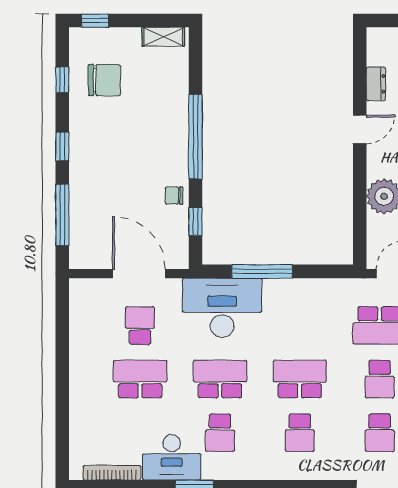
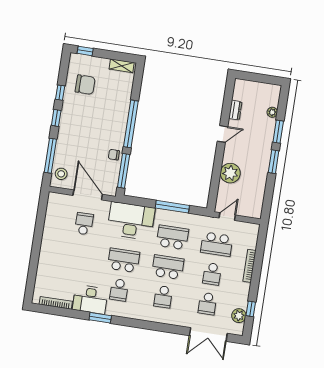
window: (62, 80) -> (60, 93), moved
window: (195, 221) -> (124, 171), width x2.17
stool: (86, 244) -> (61, 174), added
window: (262, 271) -> (172, 207), moved
school desk: (140, 379) -> (172, 237), moved

